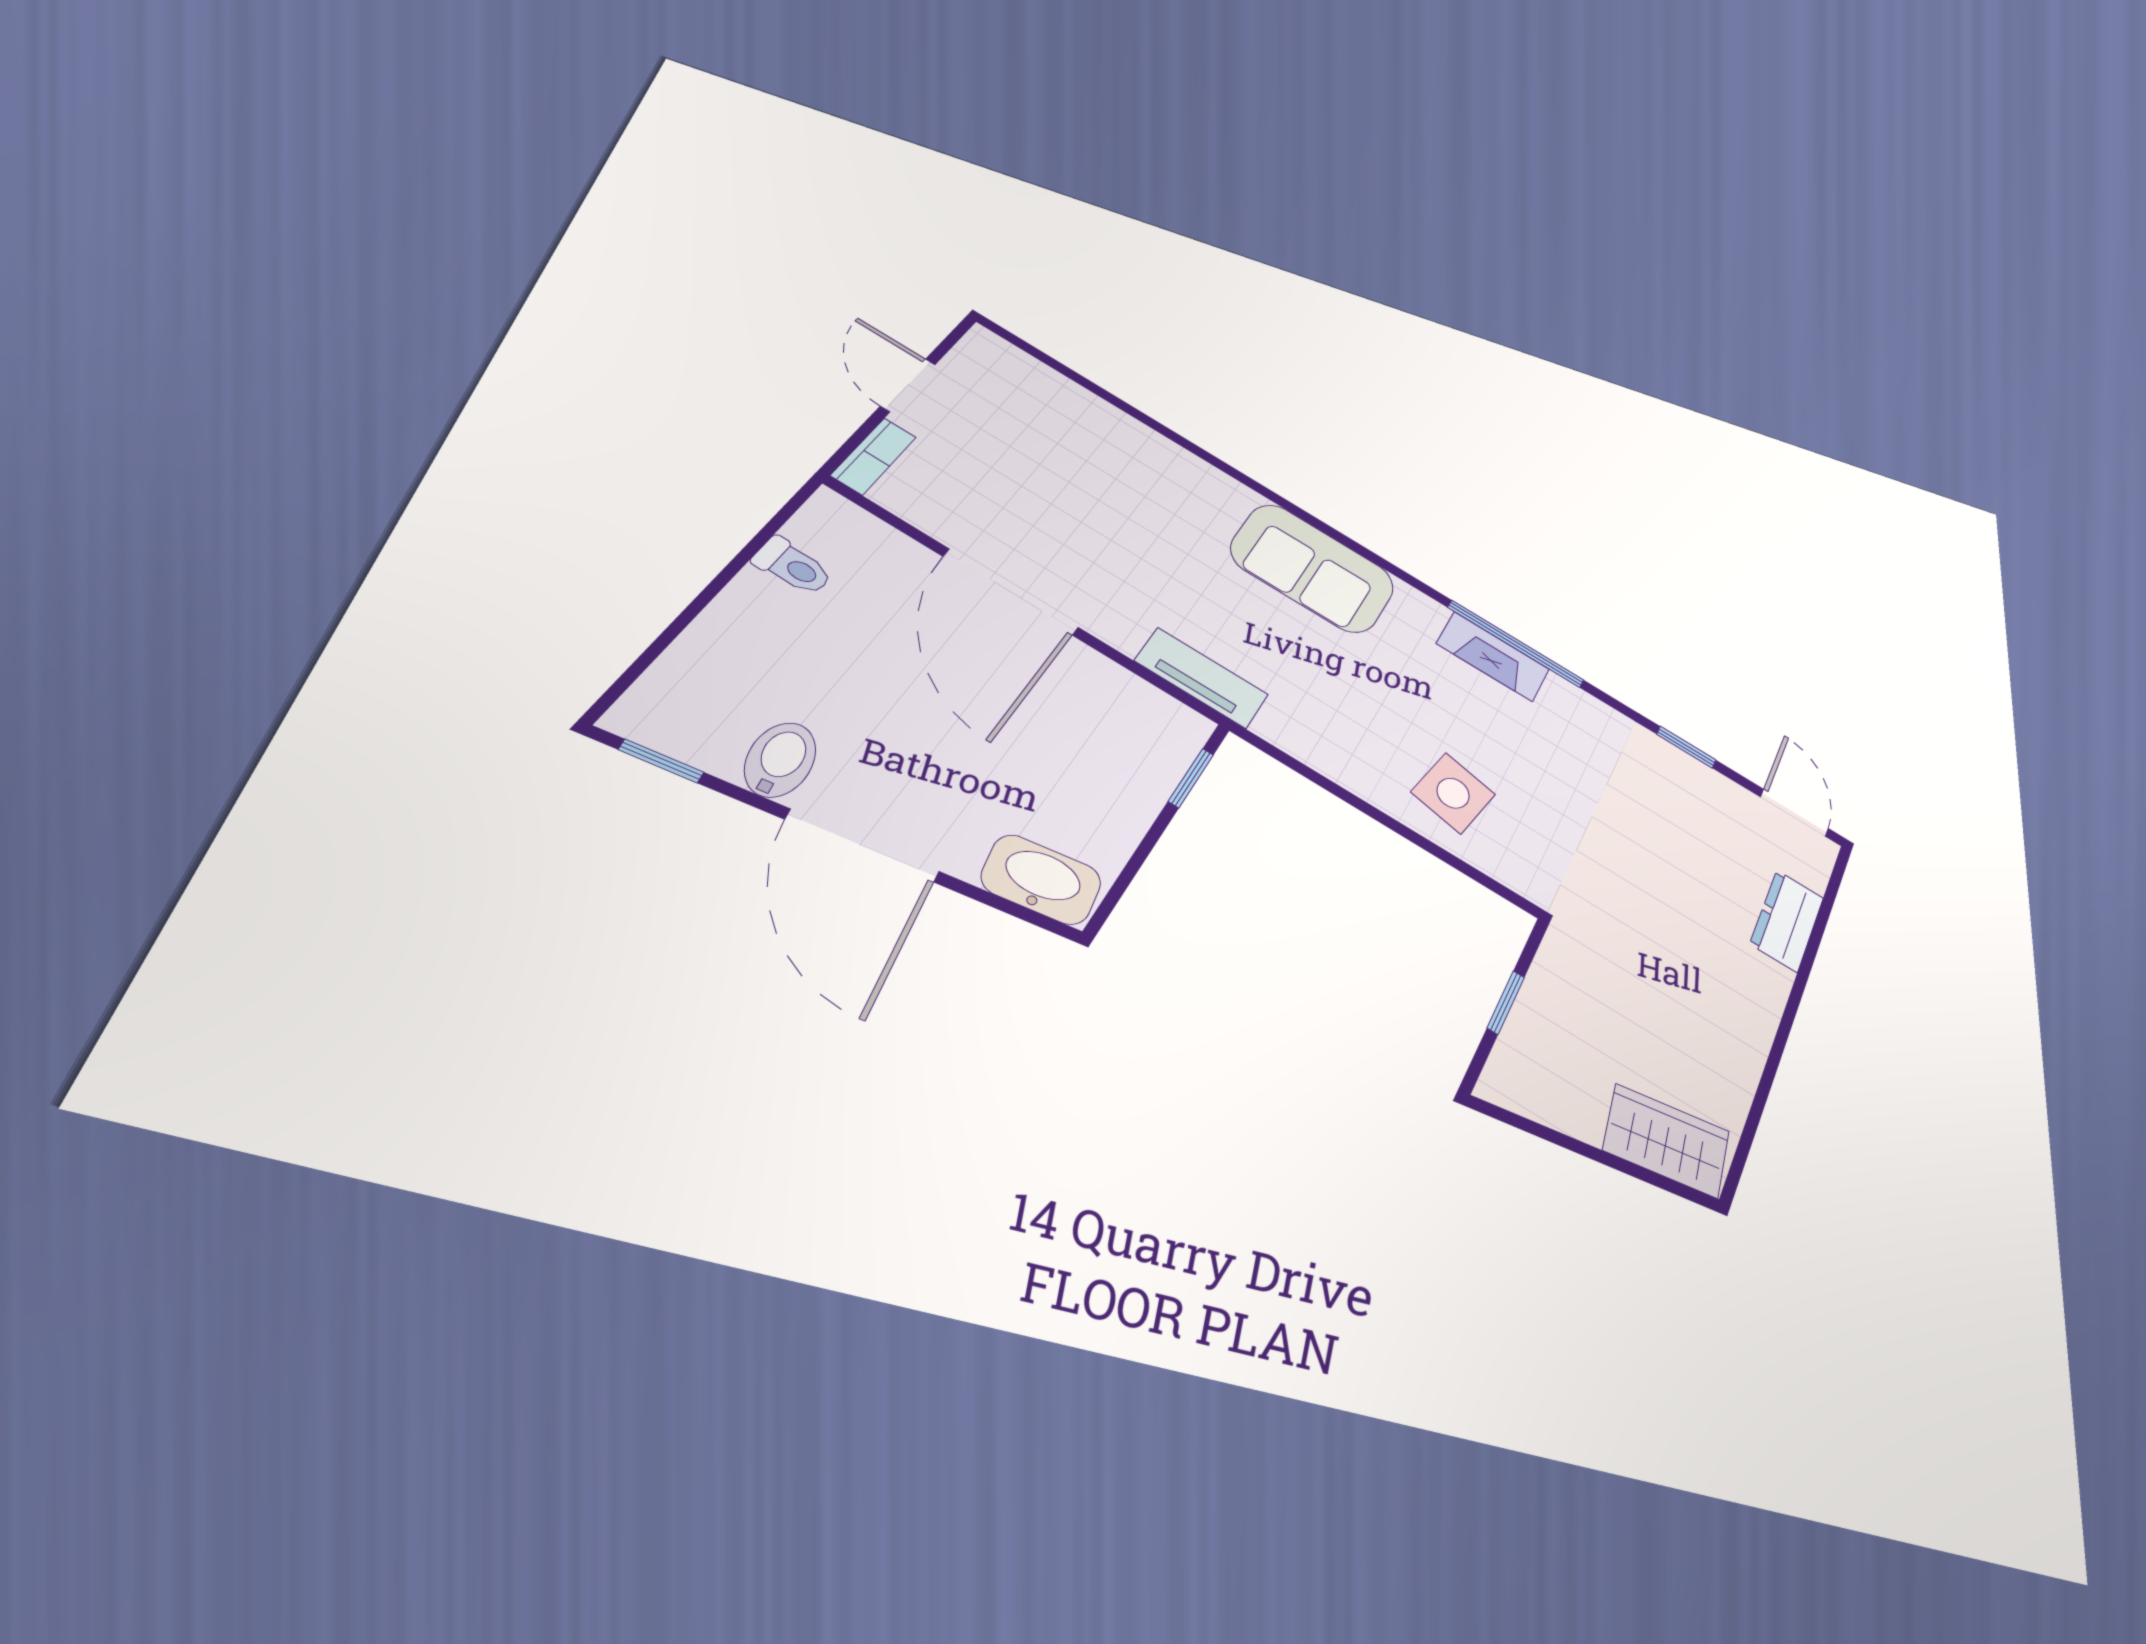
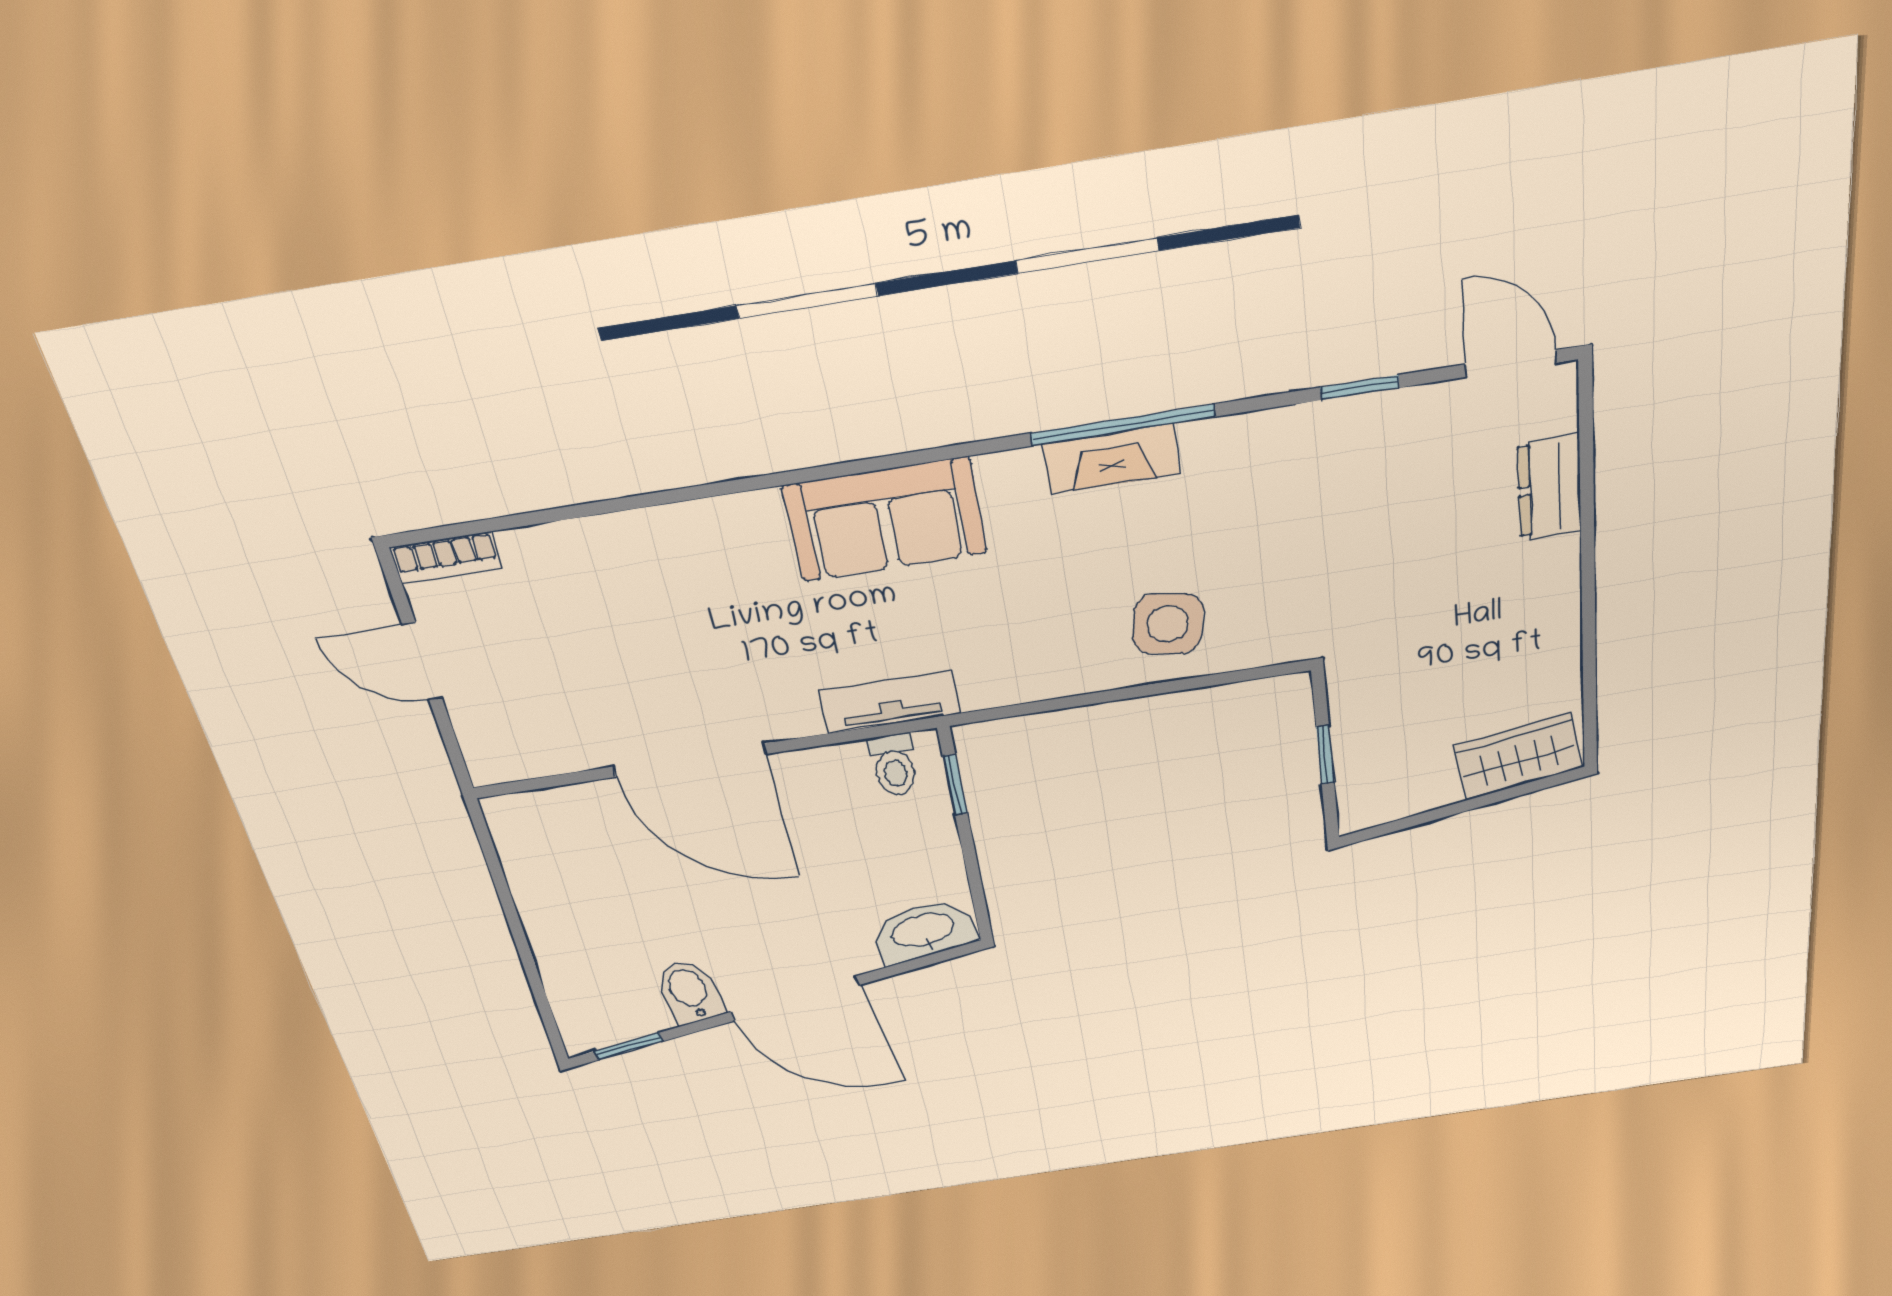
bookcase: (874, 456) -> (446, 558), moved, turned 90
toilet: (793, 566) -> (894, 765), moved, turned 90

